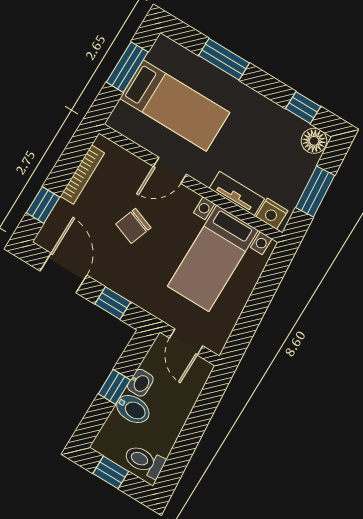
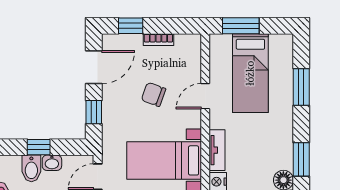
window: (127, 67) -> (241, 26), moved
window: (303, 108) -> (301, 159), width x1.50
door: (170, 170) -> (205, 96), hinge flipped
bookcase: (82, 175) -> (158, 40), width x0.64

